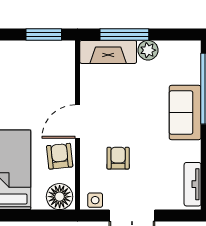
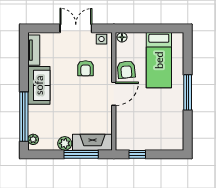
window: (44, 34) -> (137, 154), width x0.67
plant: (193, 56) -> (33, 139), added
sofa: (185, 113) -> (39, 85), moved
floor lamp: (60, 197) -> (122, 37), width x0.53, depth x0.53

